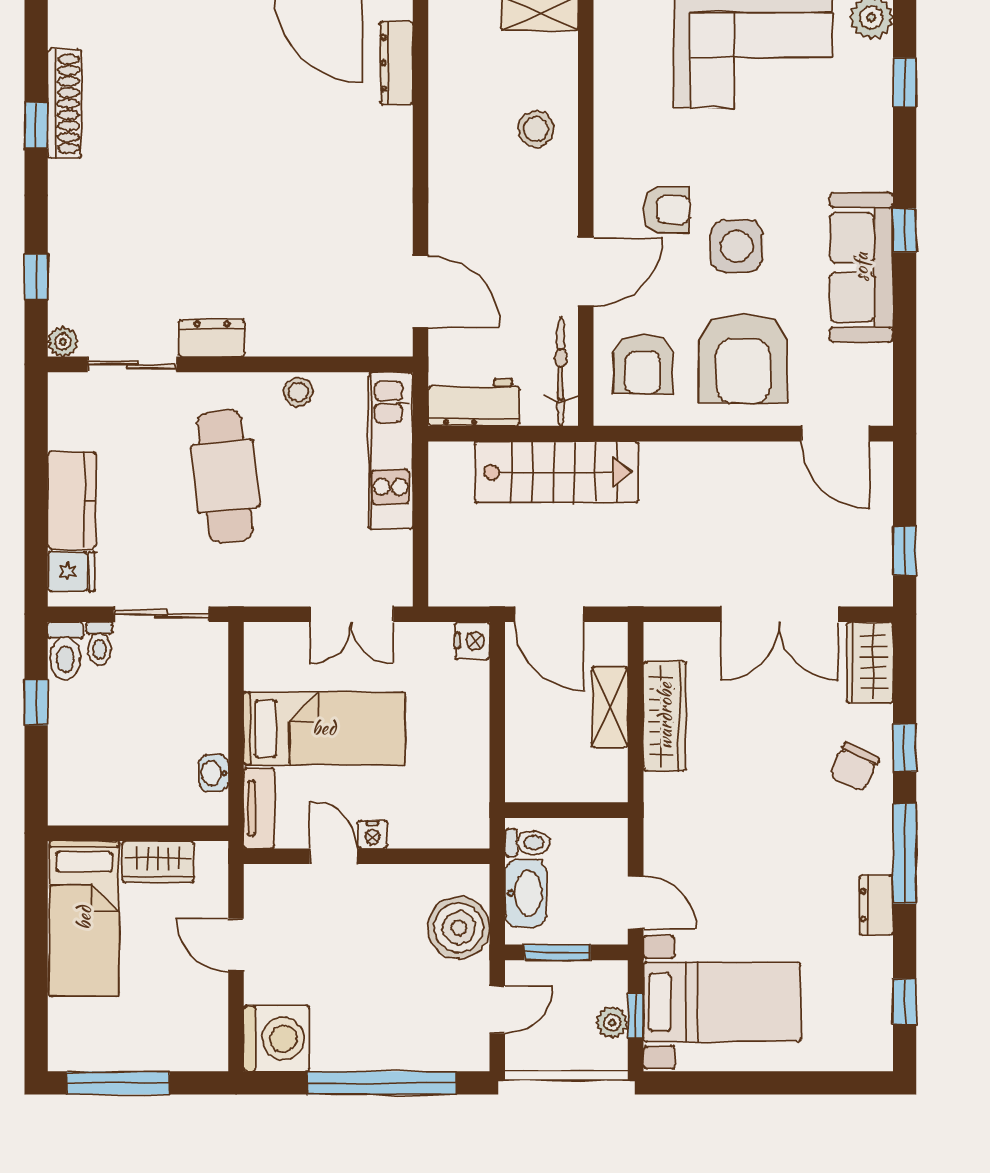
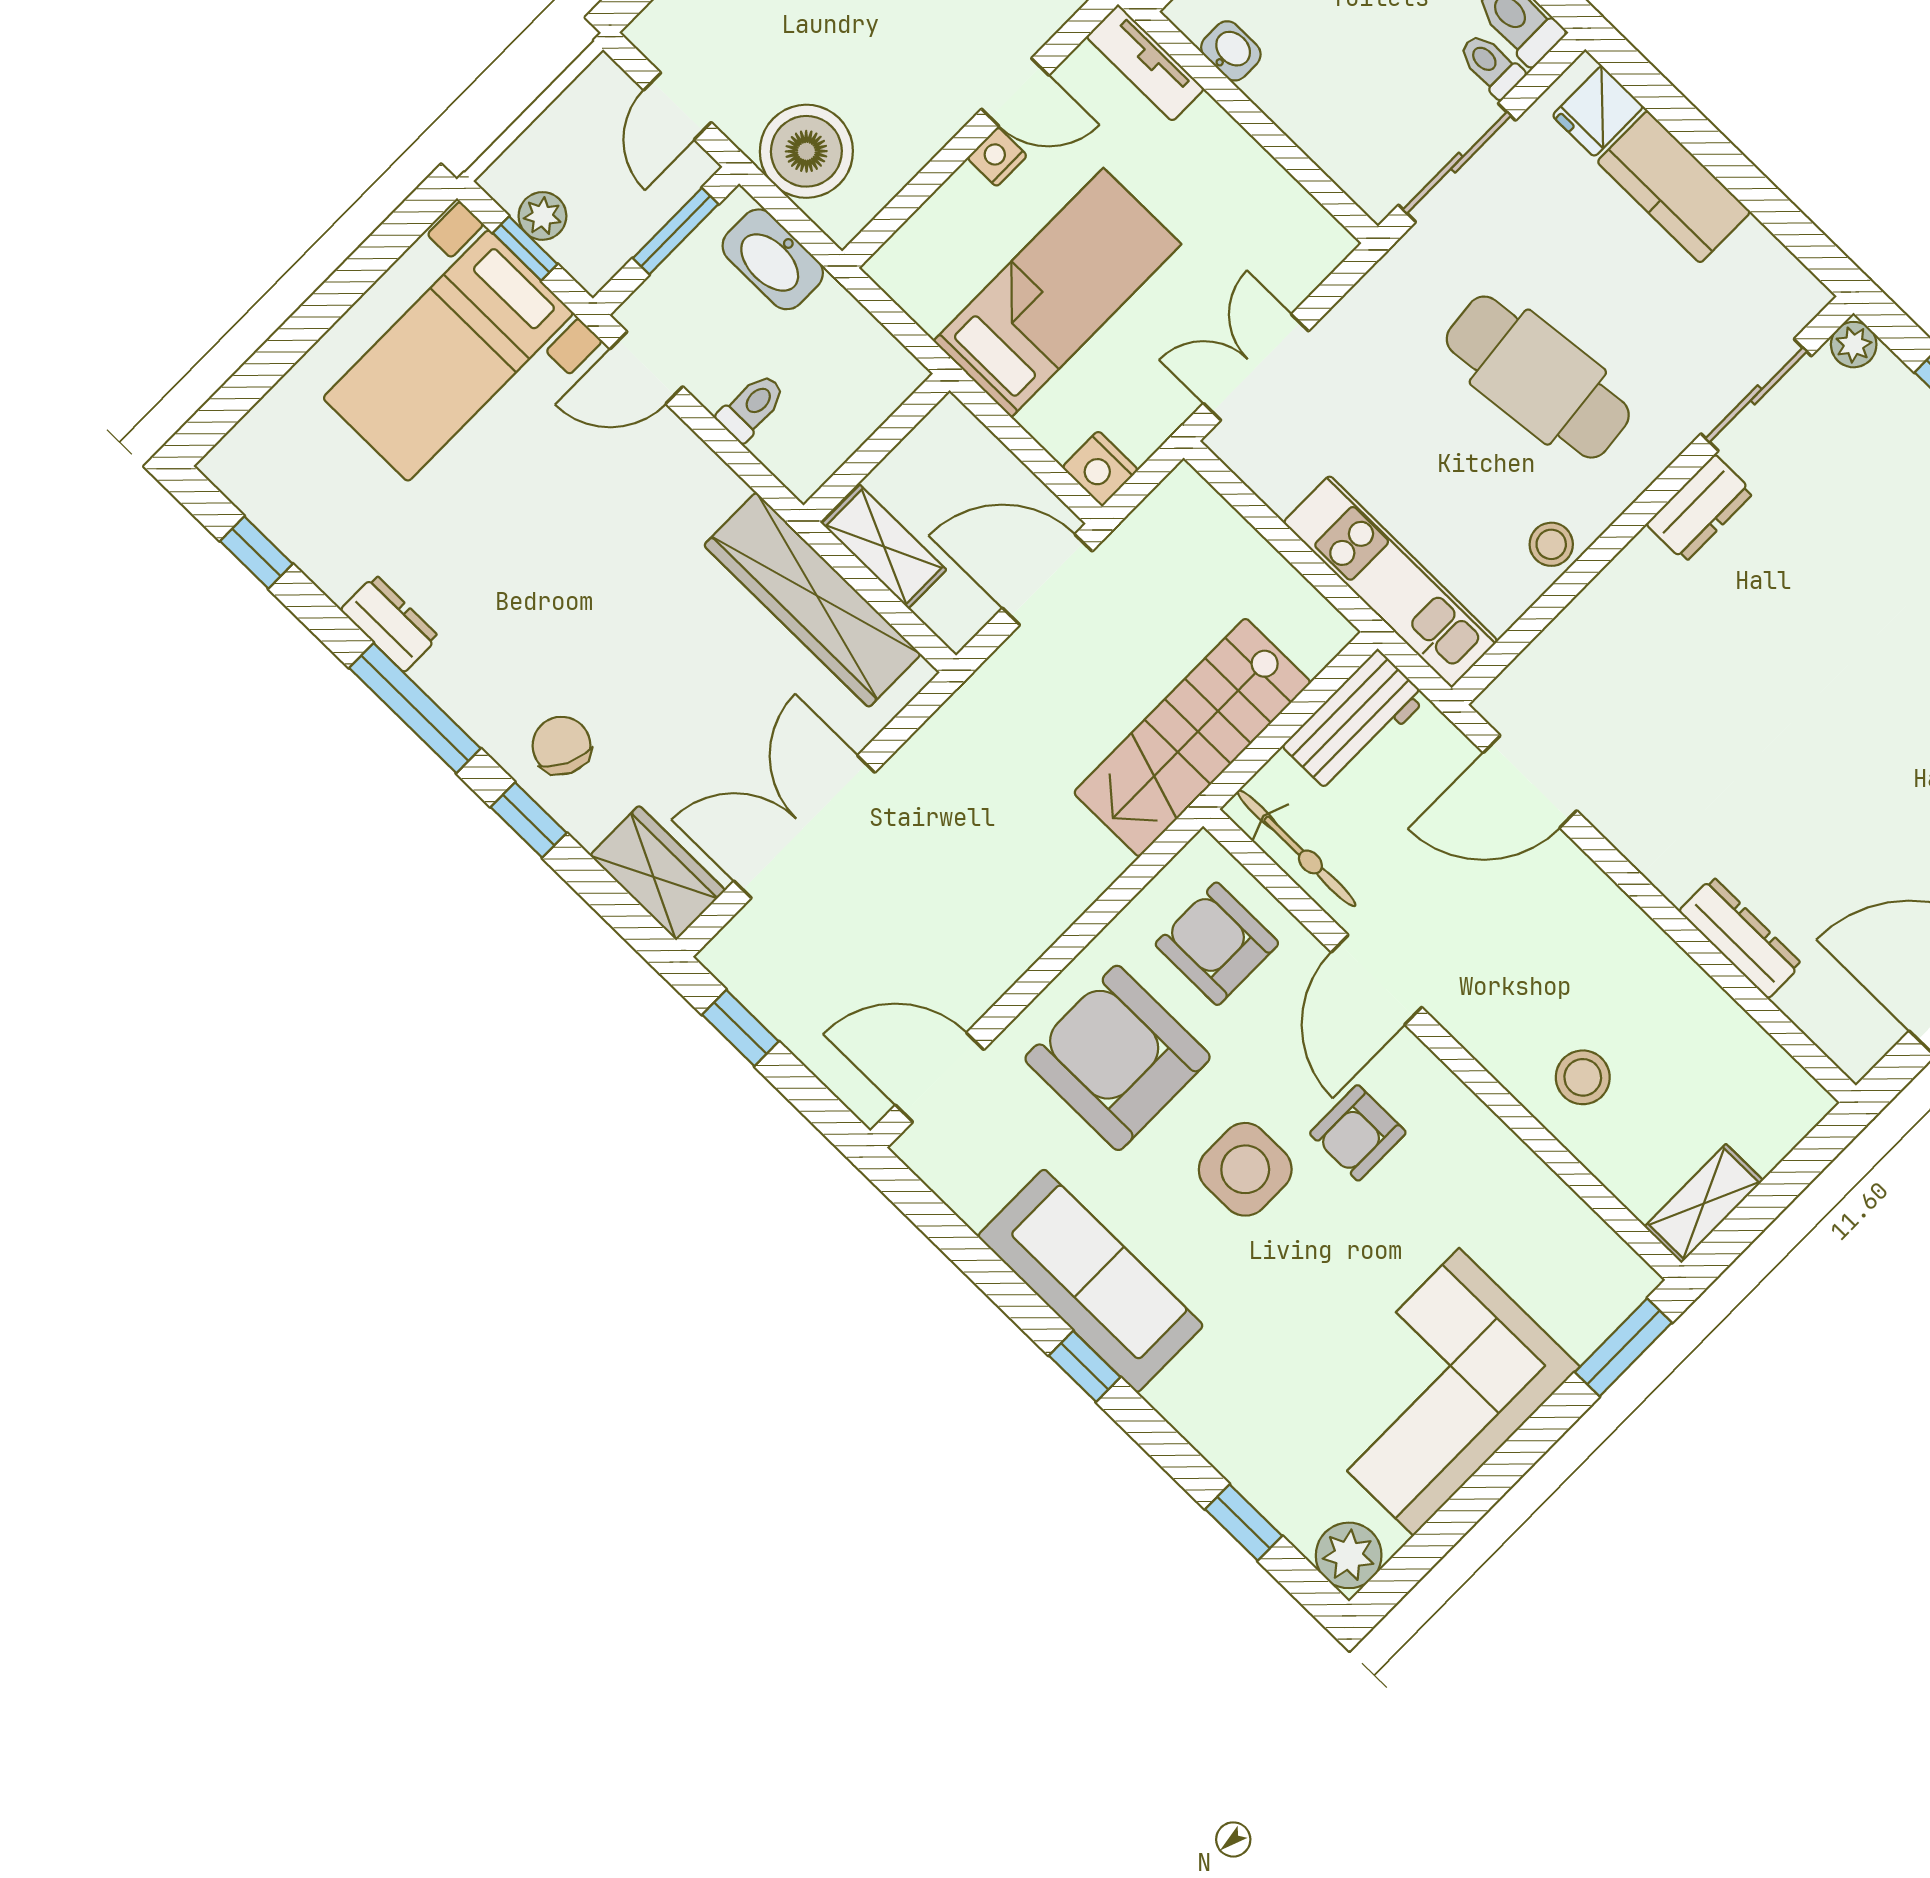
dresser: (396, 63) -> (1740, 938), moved
wardrobe: (665, 716) -> (812, 600), width x1.40, depth x1.17
bed: (324, 728) -> (1057, 293), moved, turned 180
wall: (566, 810) -> (877, 448), moved
toilet: (528, 843) -> (752, 407), moved, turned 180

